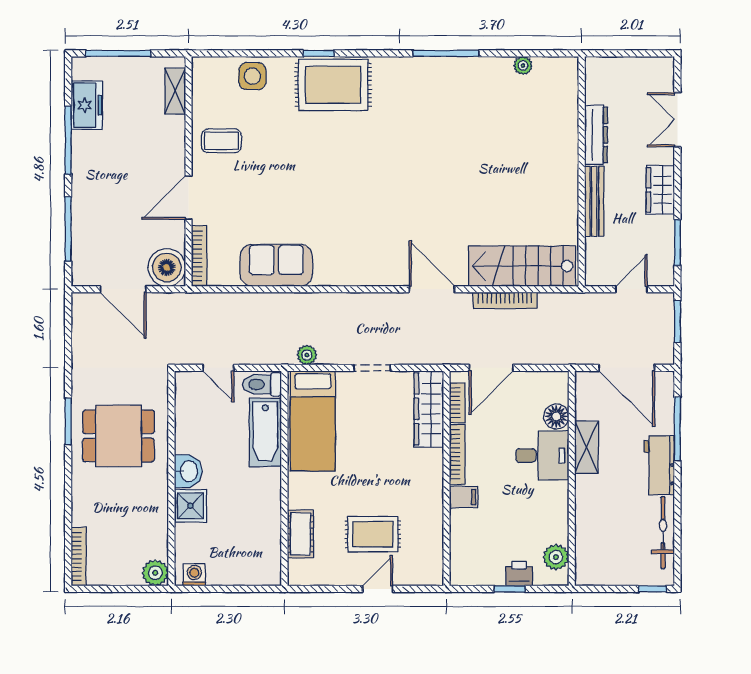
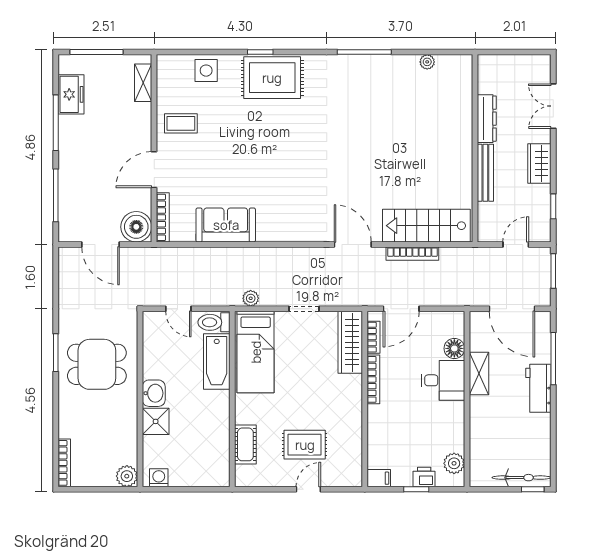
window: (677, 242) -> (553, 206), width x0.67
filing cabinet: (464, 497) -> (379, 478), moved
bicycle: (663, 533) -> (521, 478), moved, turned 90

